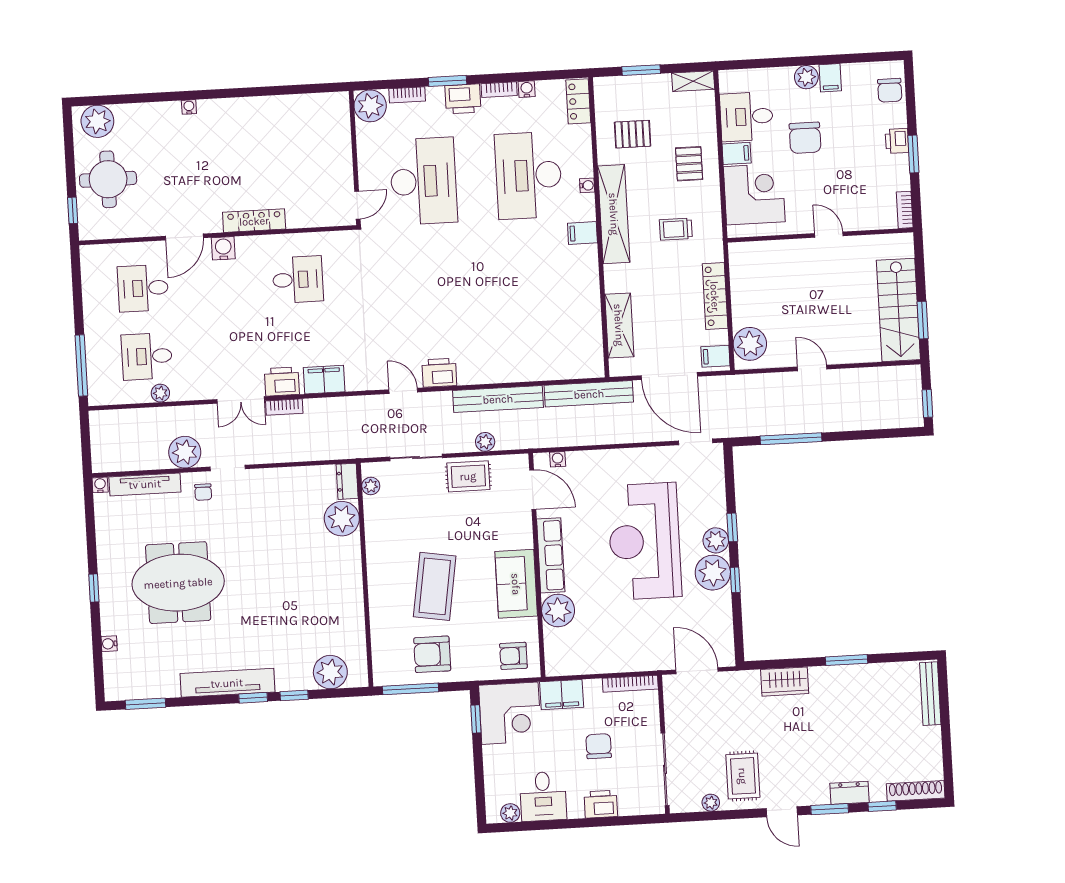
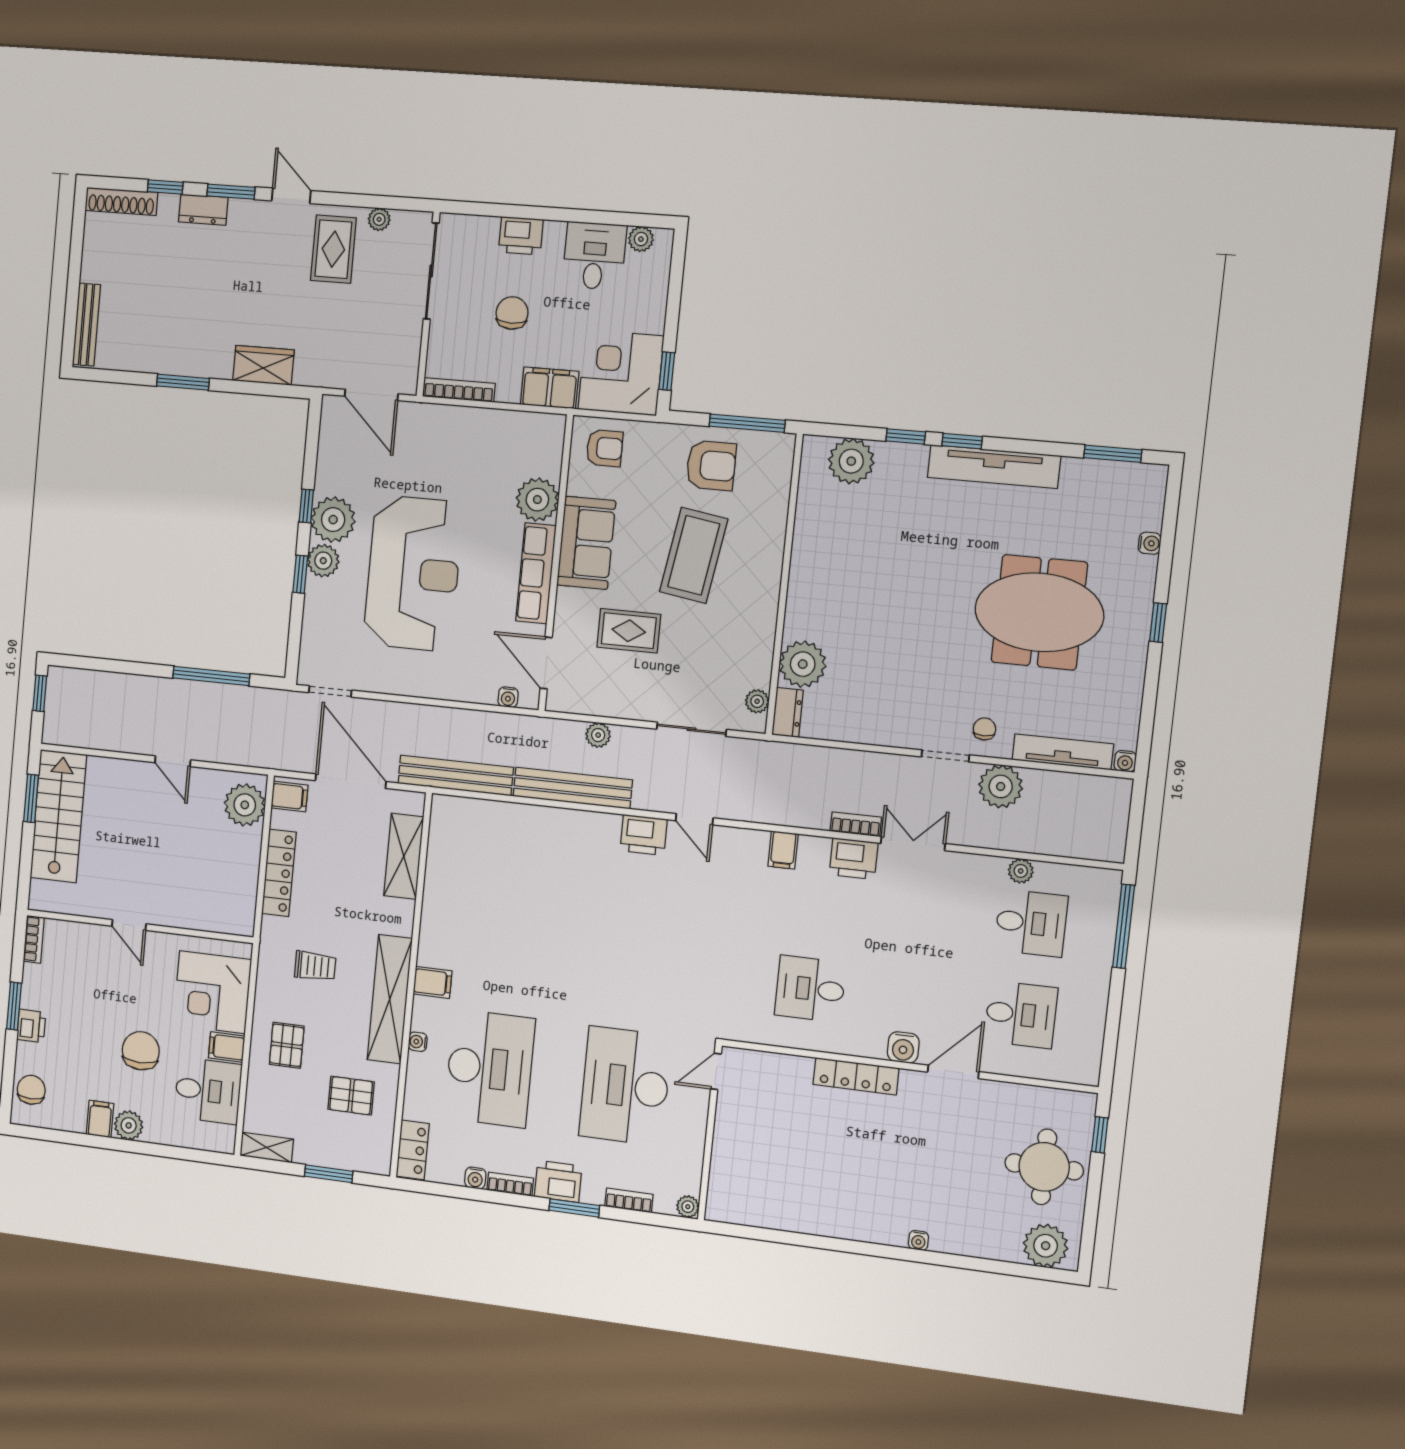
plant: (370, 106) -> (688, 1207), width x0.53, depth x0.53
filing cabinet: (324, 380) -> (783, 850), width x0.50
rug: (468, 476) -> (629, 631), moved
chair: (599, 746) -> (512, 313), turned 180

